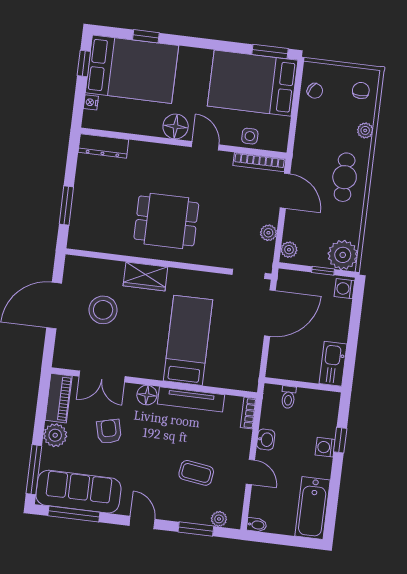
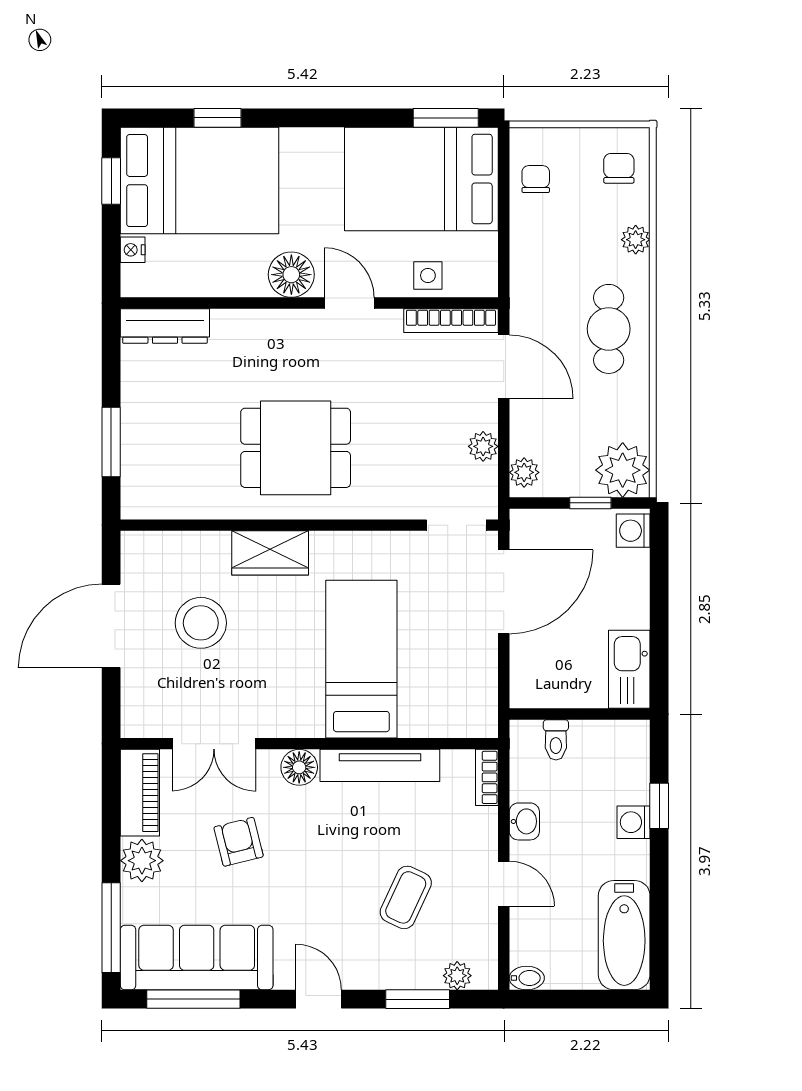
chair: (315, 91) -> (536, 179), turned -121
coffee table: (196, 473) -> (406, 897), turned -73

